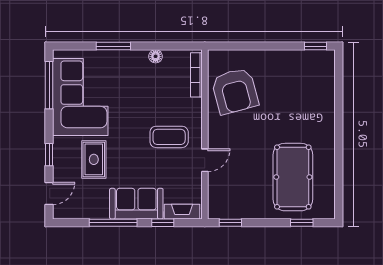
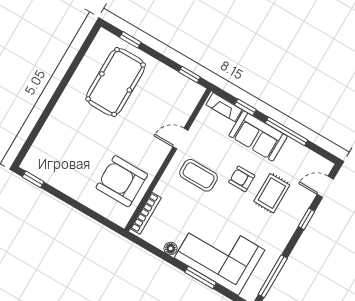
armchair: (235, 91) -> (122, 181), turned -75
corner sofa: (80, 97) -> (219, 254), moved, turned 90
armchair: (128, 156) -> (242, 179), added

